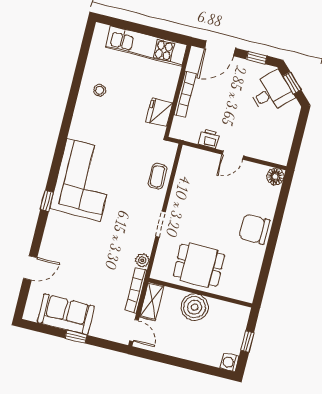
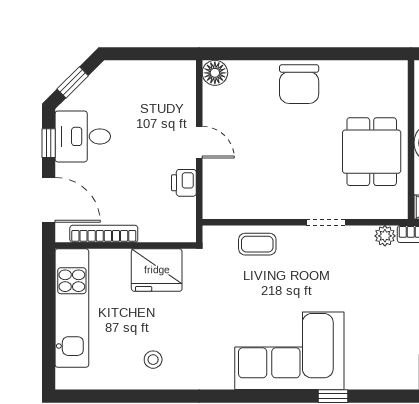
desk: (271, 92) -> (83, 136), moved, turned -45
bookcase: (185, 94) -> (104, 234), moved
fridge: (159, 112) -> (157, 270), width x1.36, depth x1.34

